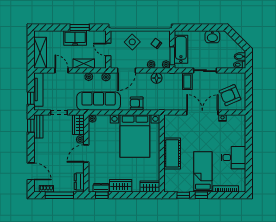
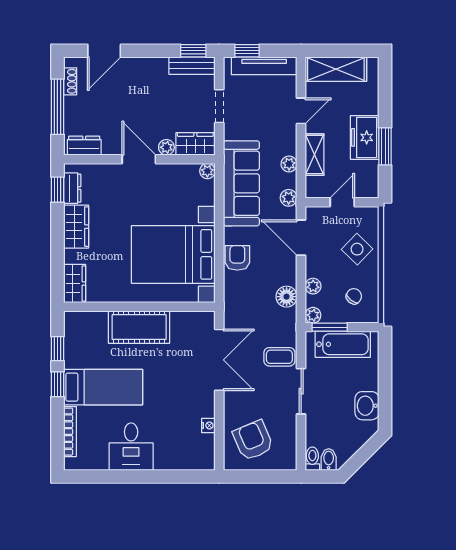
double door: (202, 112) -> (219, 360), moved

